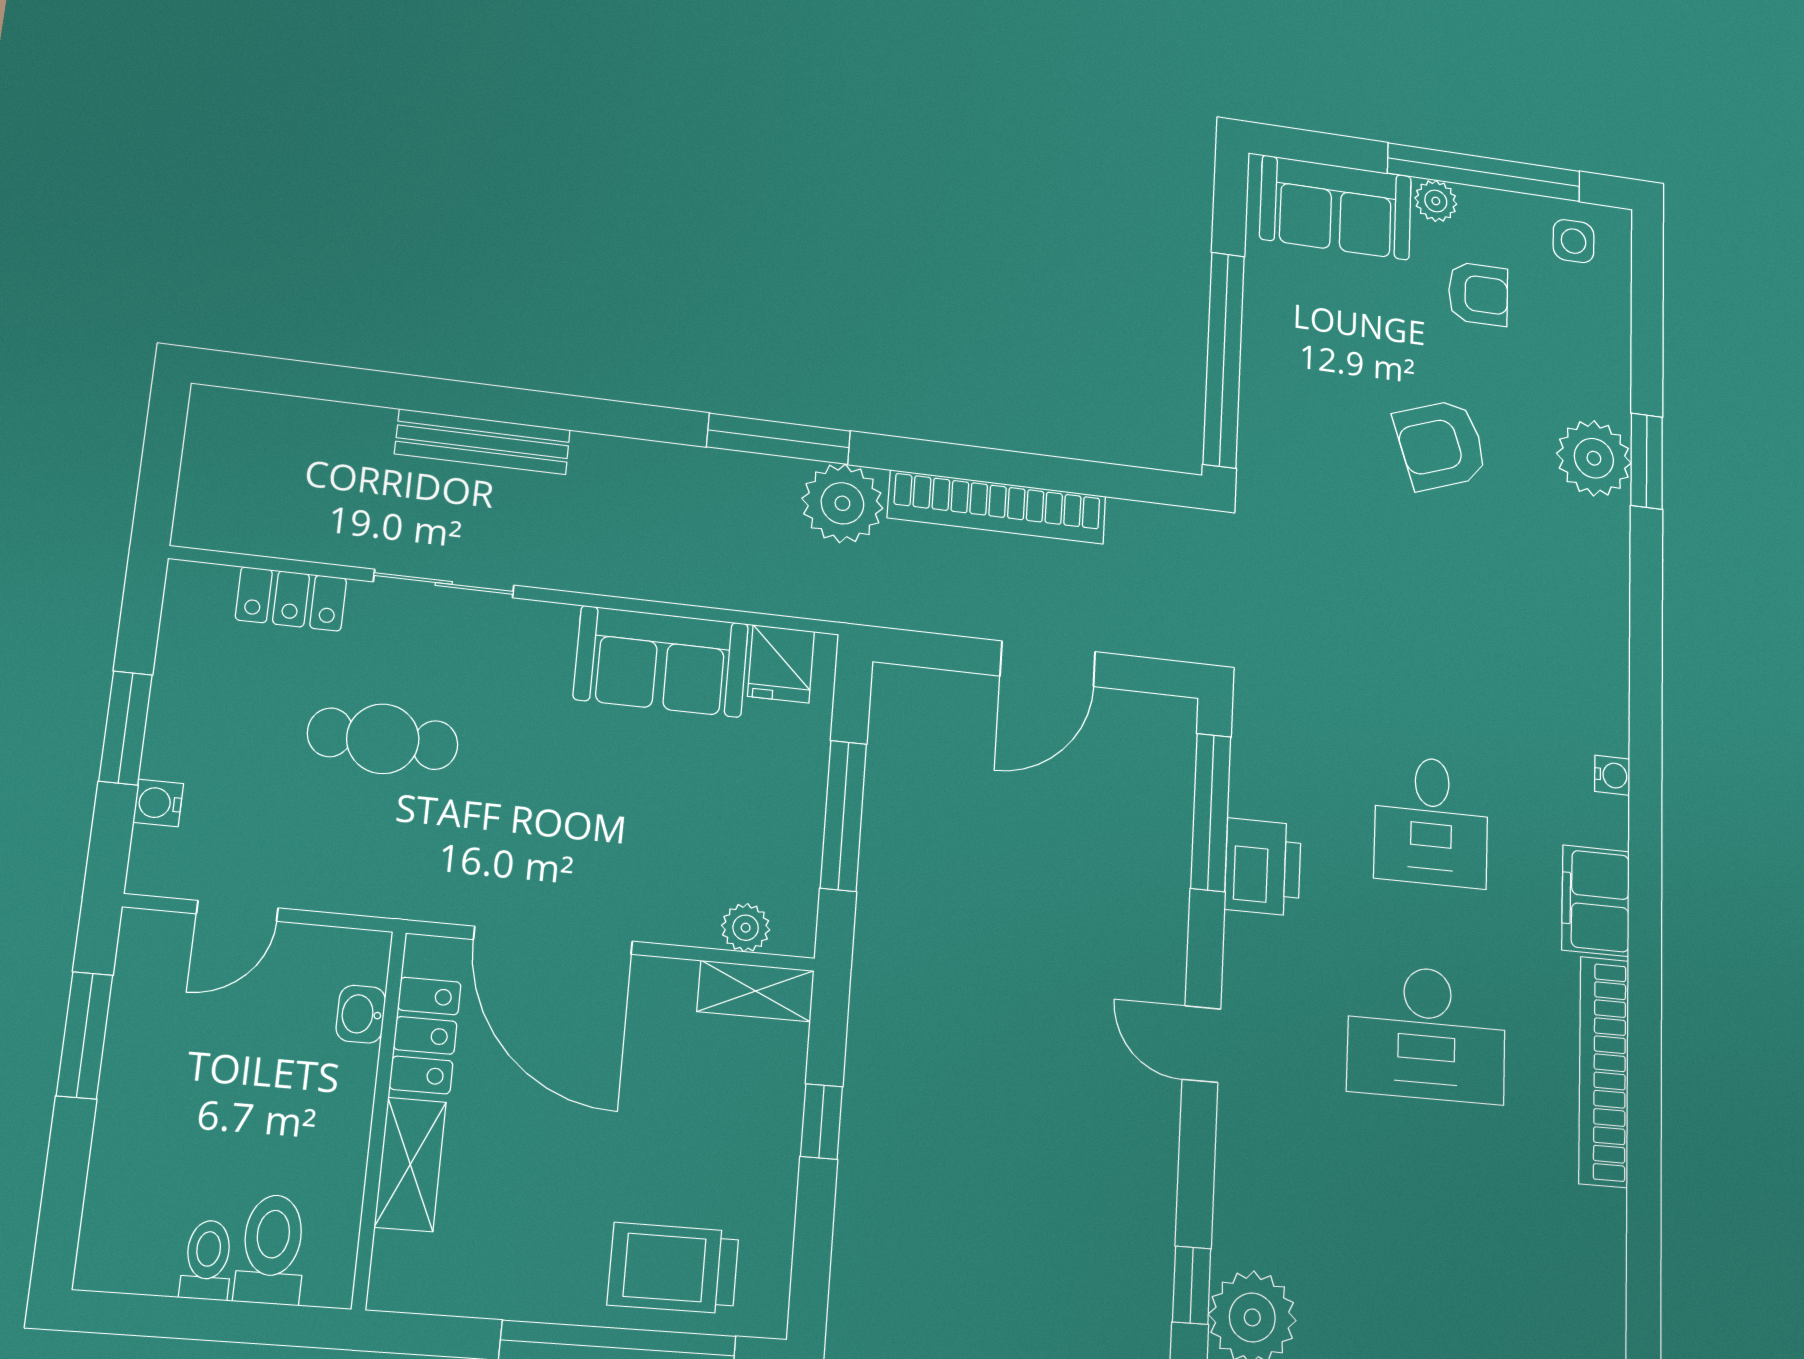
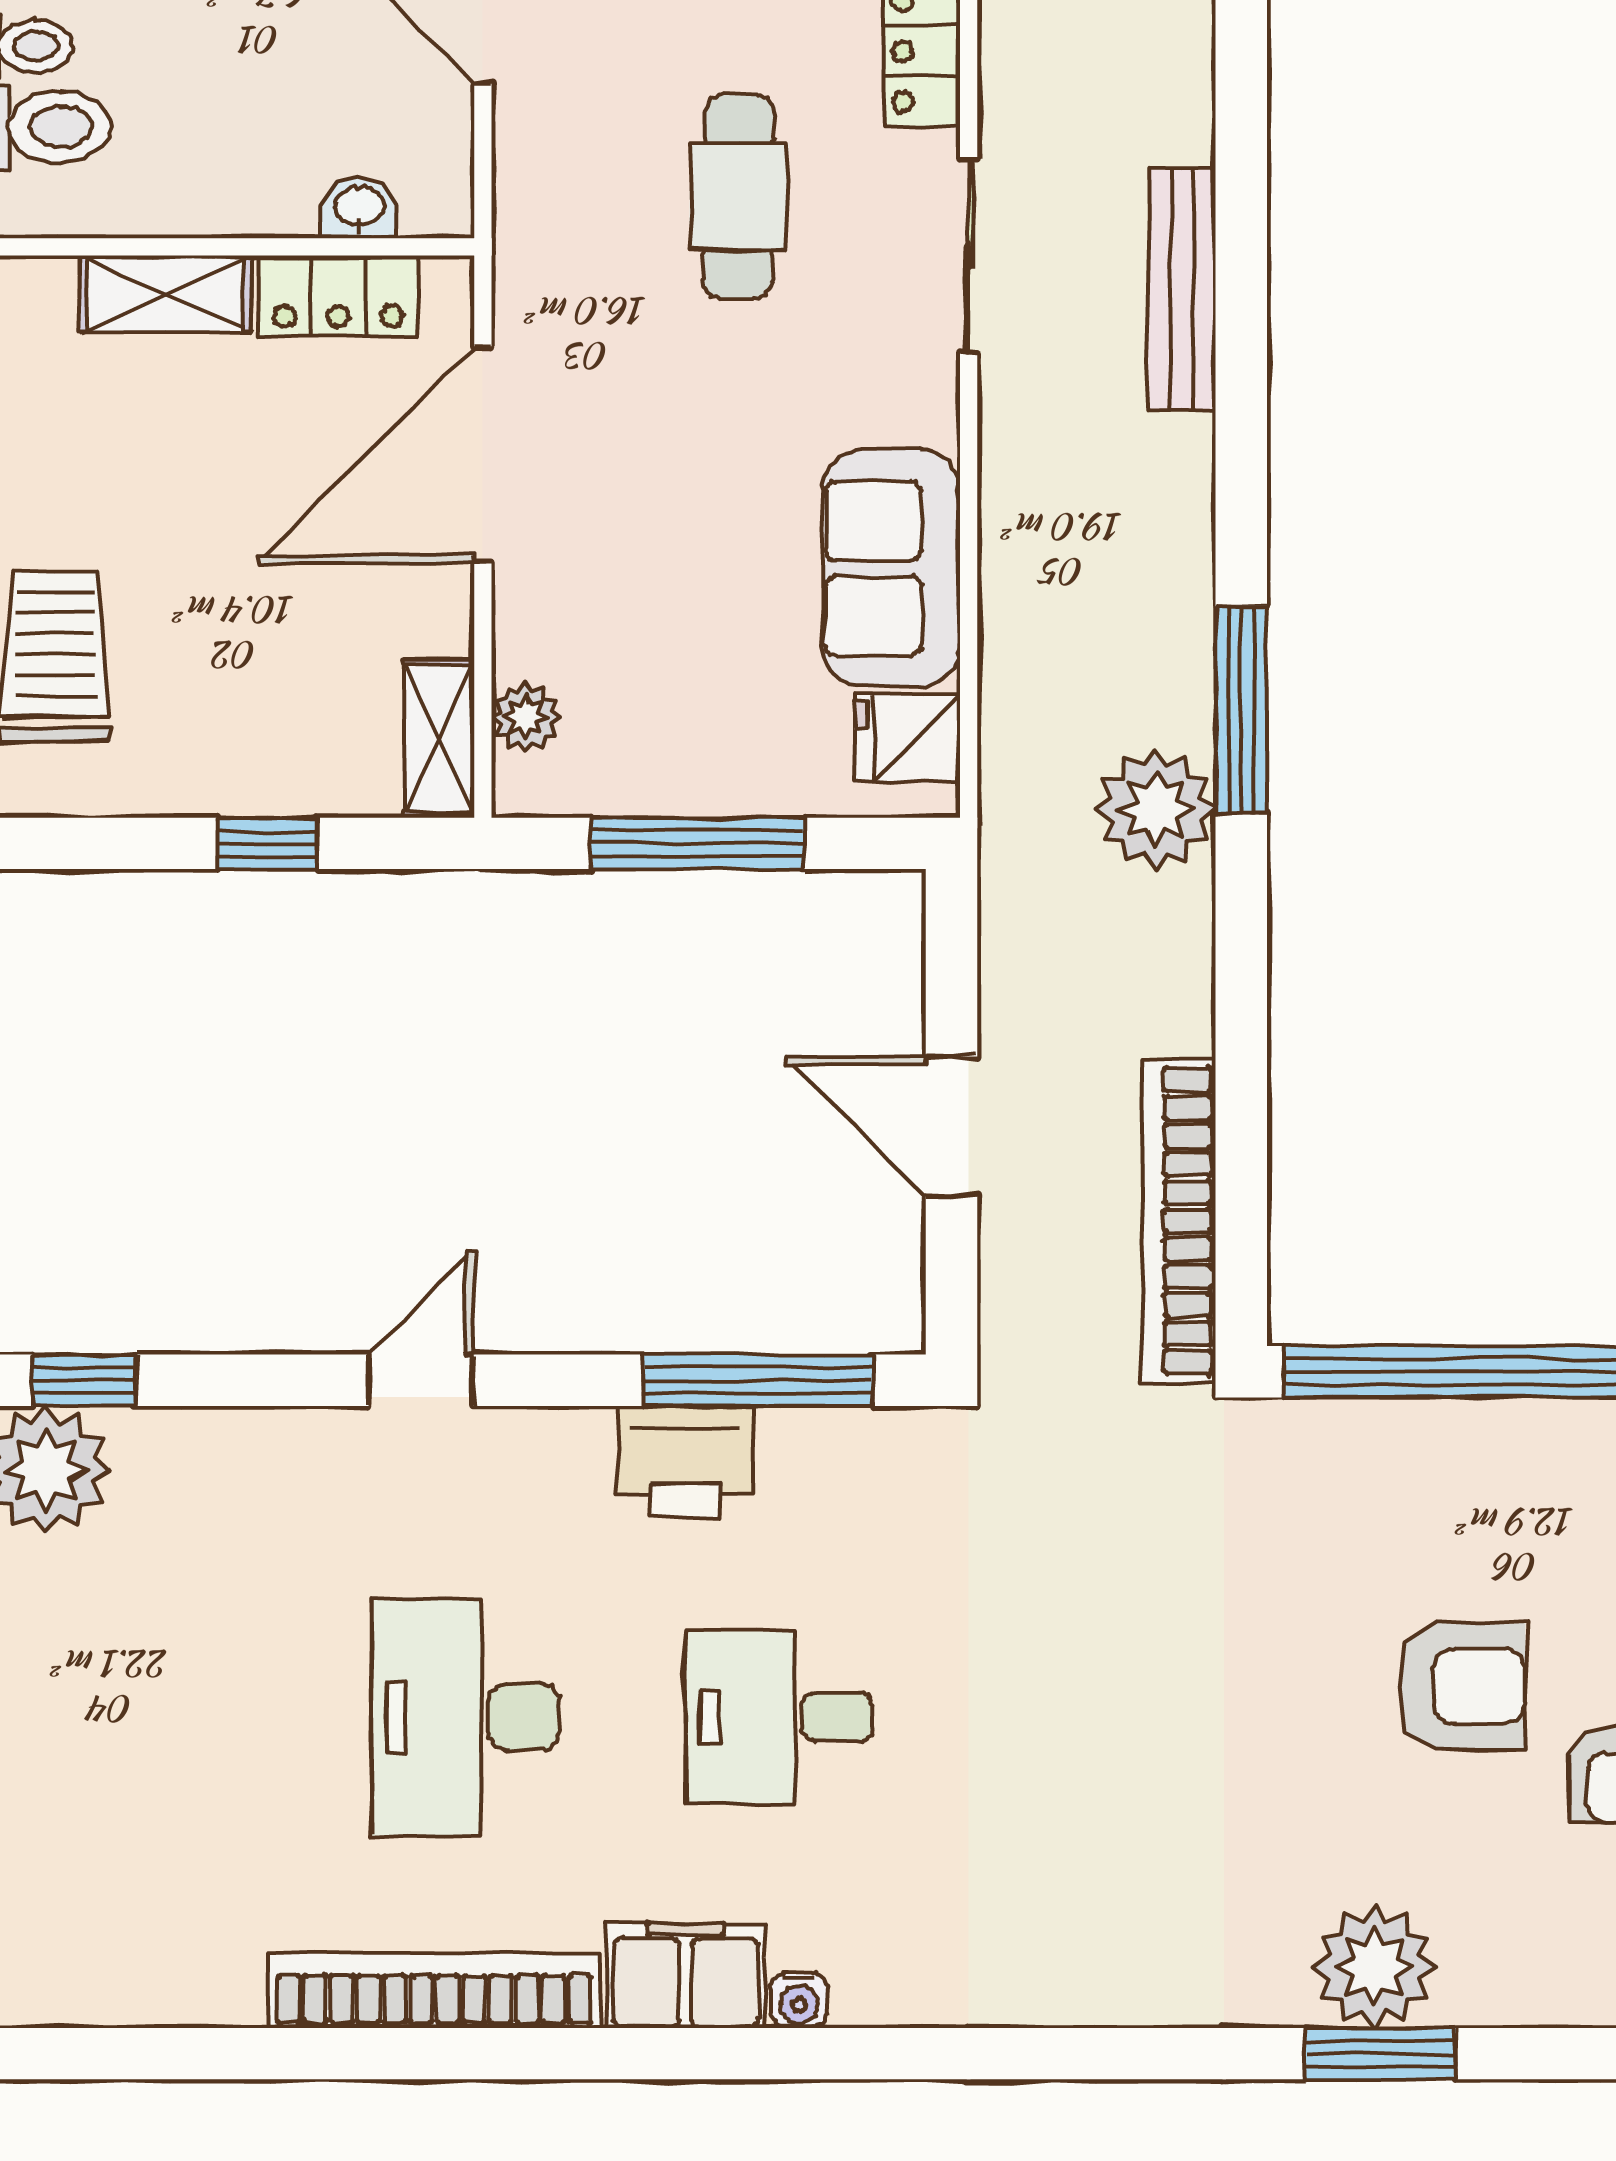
armchair: (1441, 445) -> (1461, 1686), moved, turned 109
bookcase: (997, 507) -> (1179, 1221), moved
water cooler: (1612, 775) -> (799, 2000), moved

